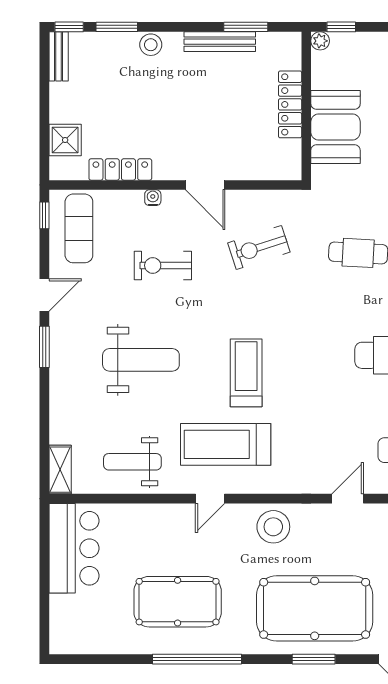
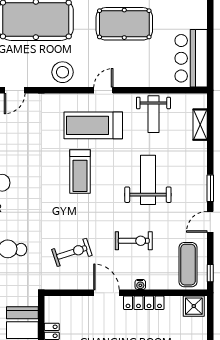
shower: (65, 140) -> (194, 306), moved
locker: (120, 169) -> (144, 303), moved
weight bench: (141, 360) -> (148, 180), turned 90
treadmill: (226, 444) -> (93, 125), turned 180
weight bench: (132, 462) -> (153, 114), turned 90
shelving: (60, 470) -> (200, 125), moved

